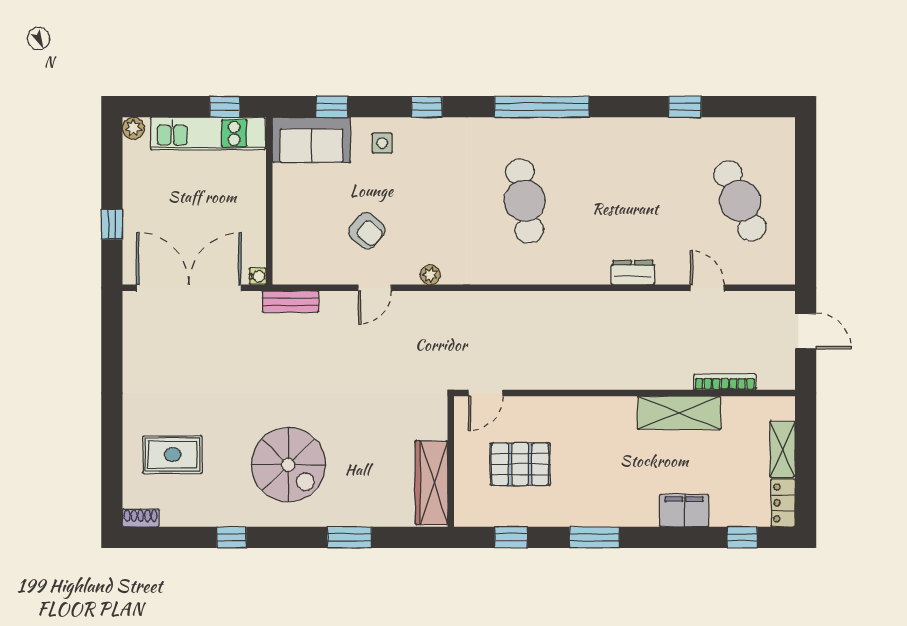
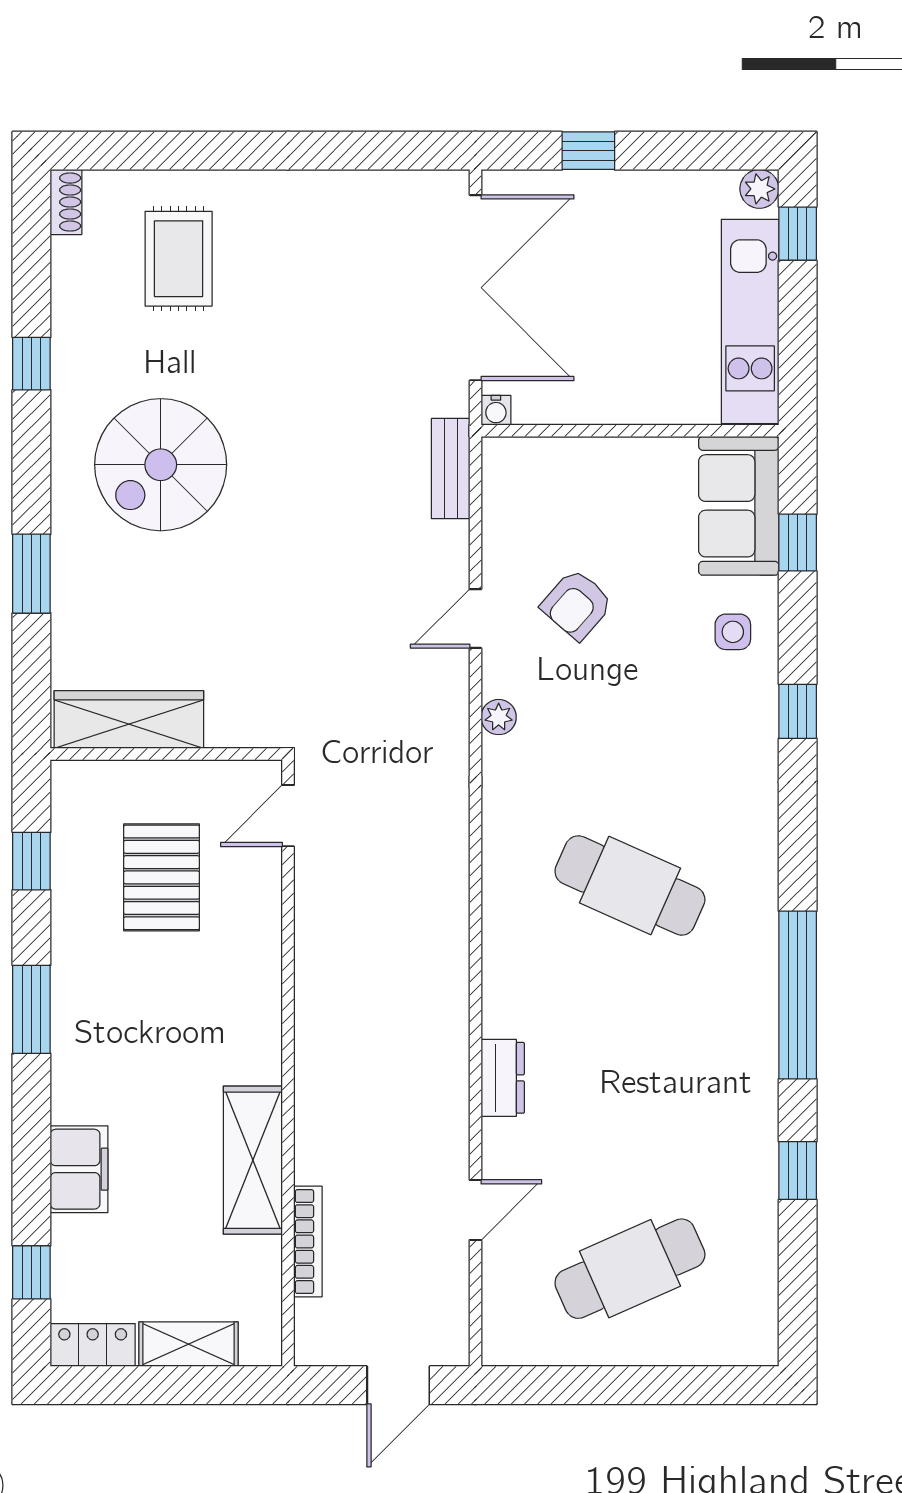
window: (225, 107) -> (798, 234), moved
window: (542, 107) -> (798, 995), moved
cafe table: (525, 201) -> (630, 885), turned 33
door: (375, 288) -> (475, 619), hinge flipped
door: (486, 393) -> (288, 816), hinge flipped

